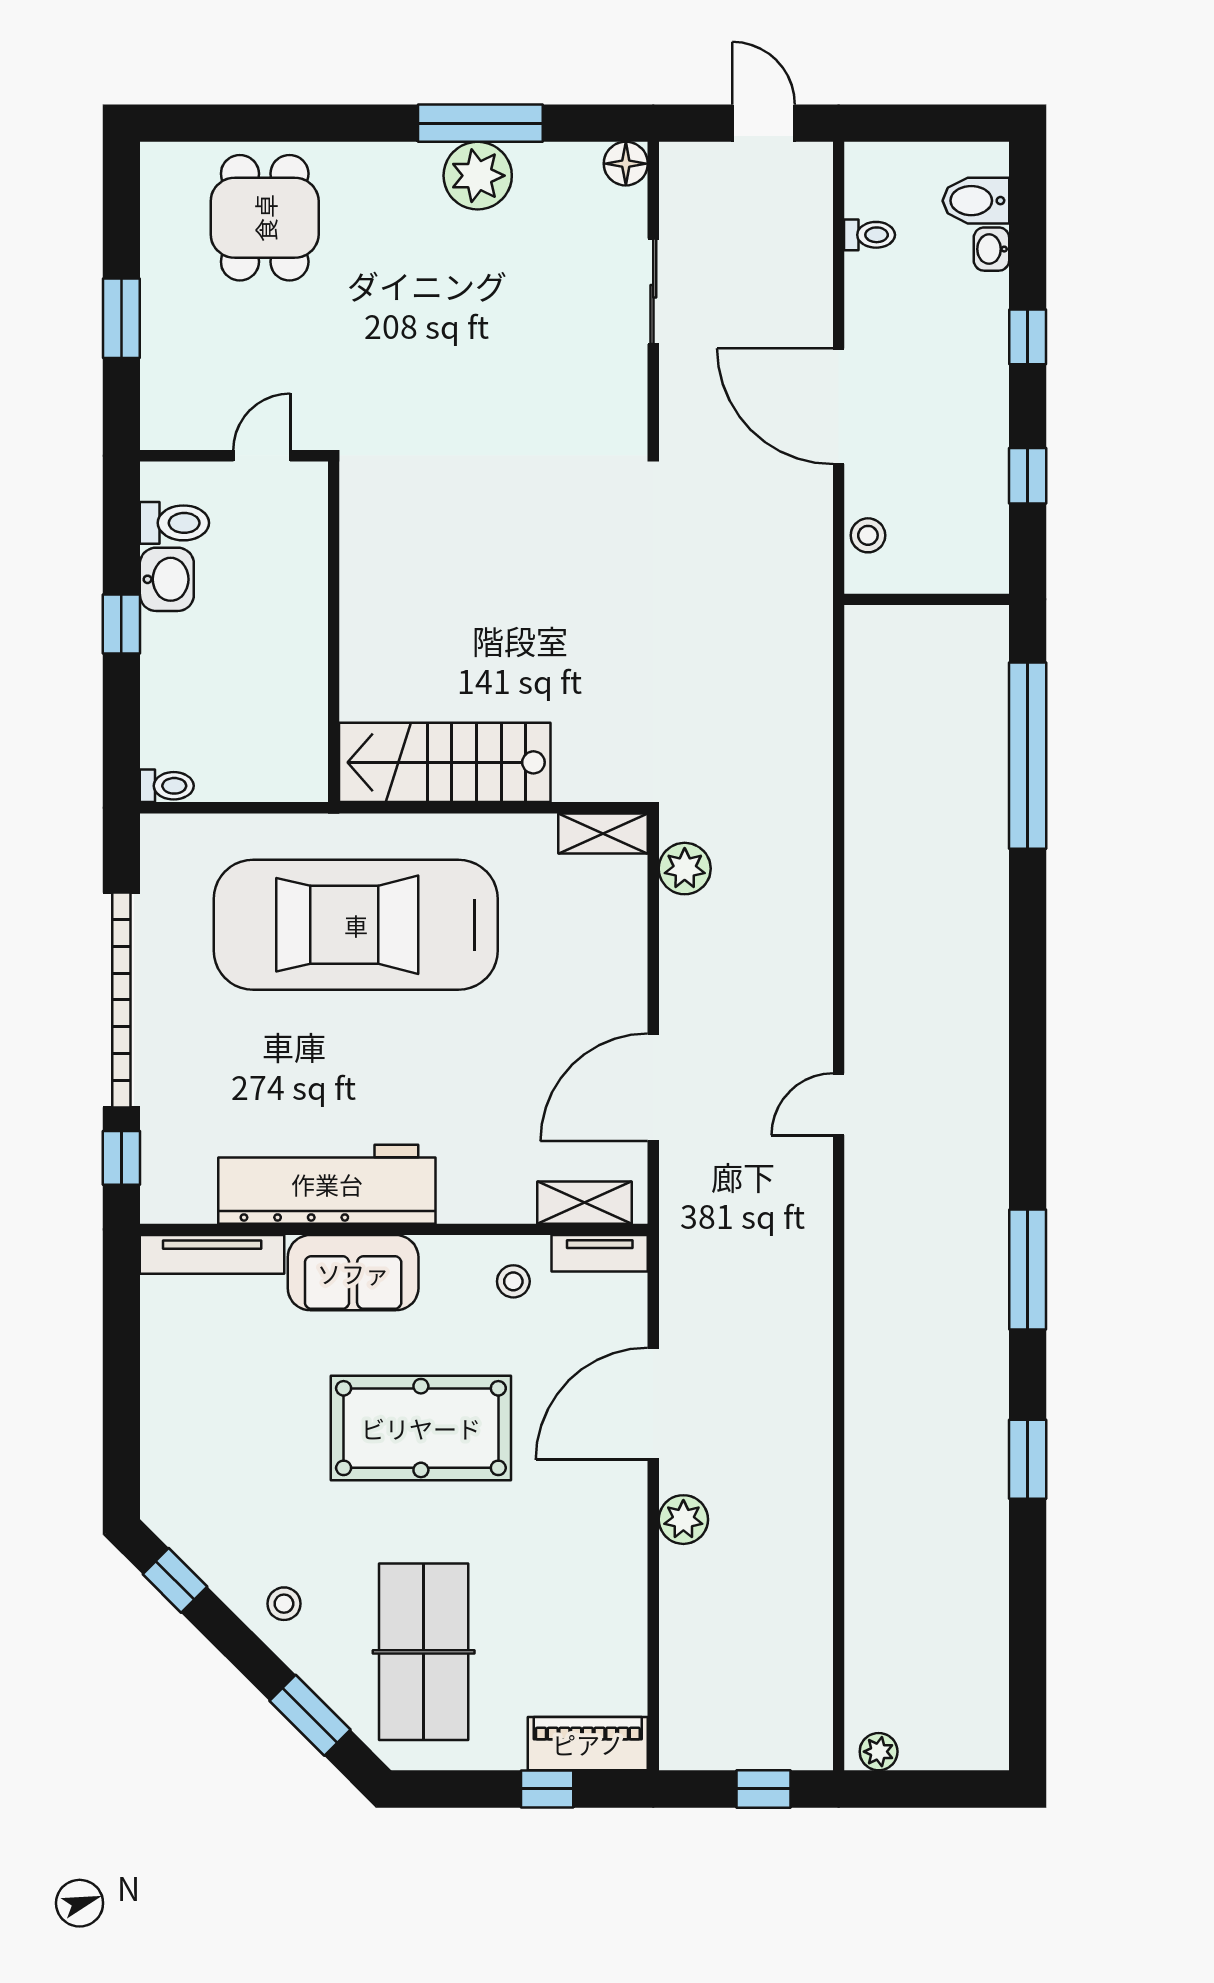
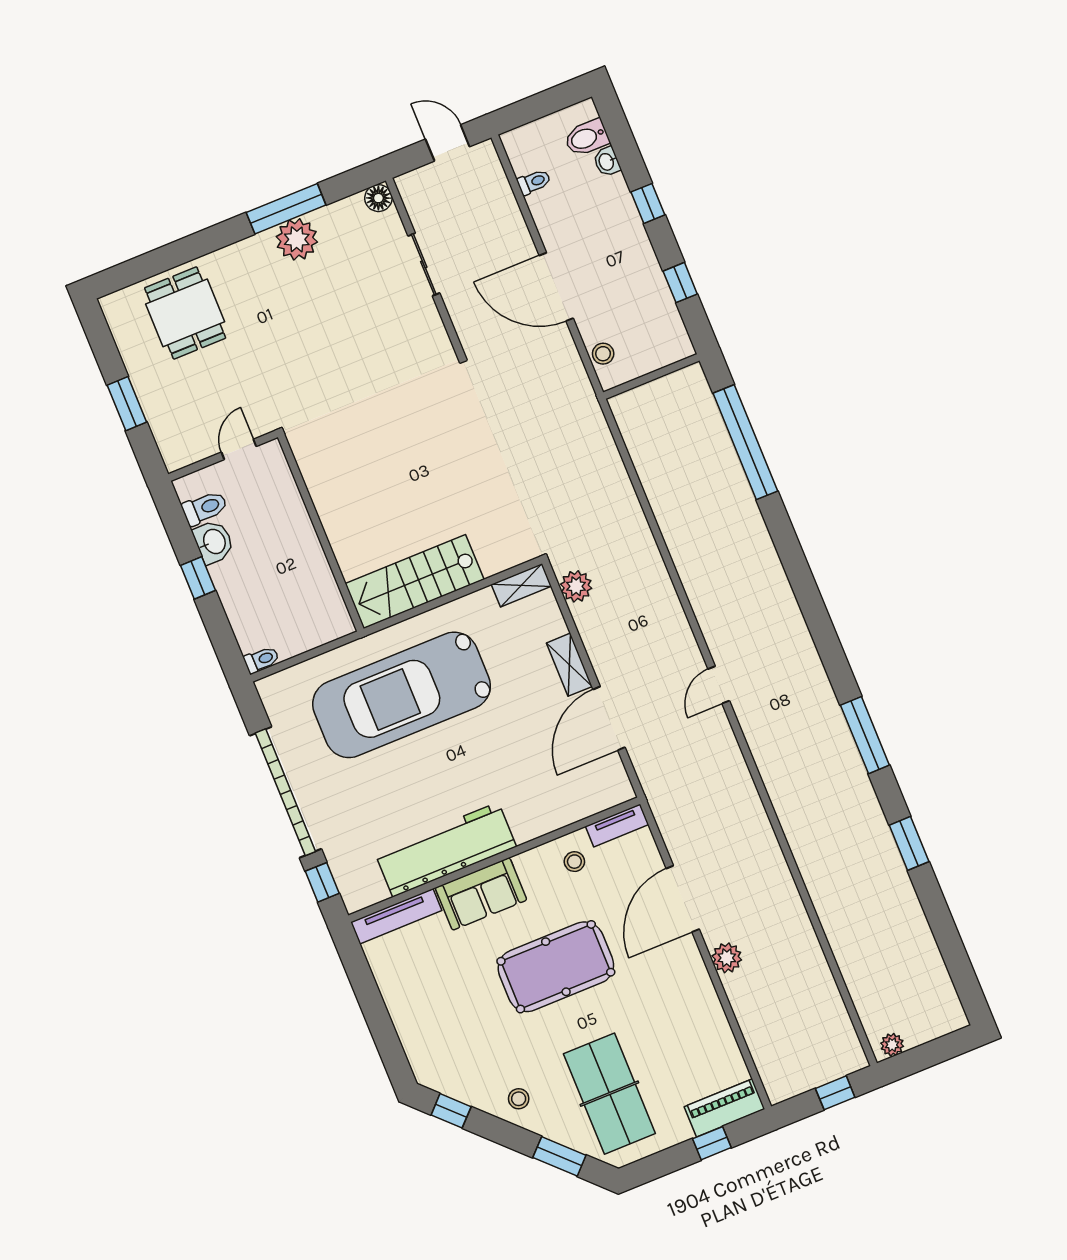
shelving: (584, 1203) -> (569, 665), moved, turned 90

